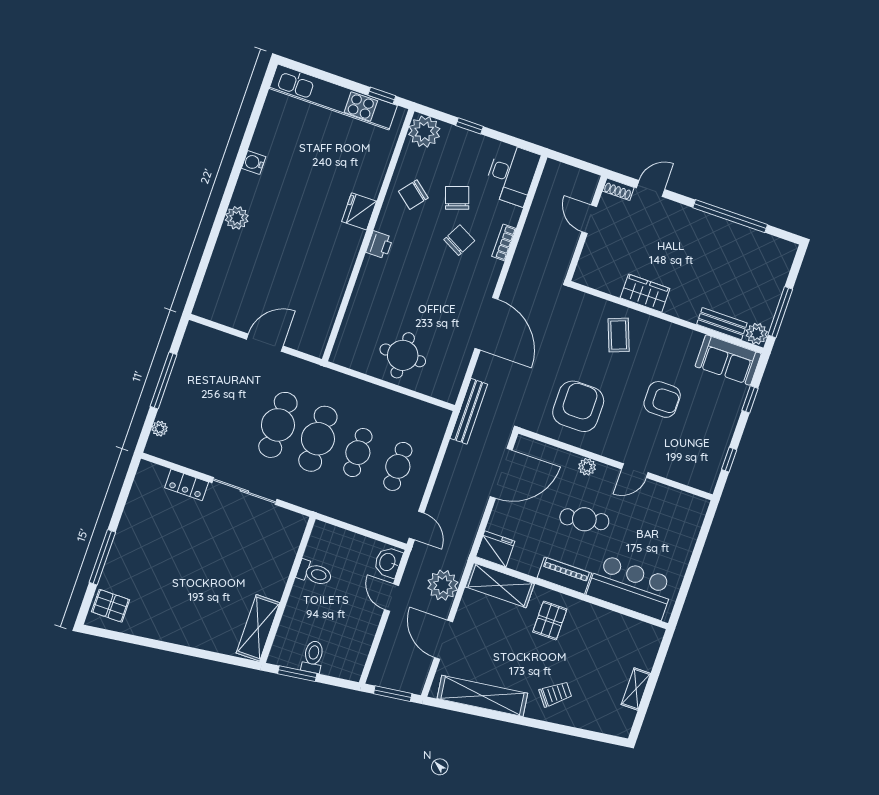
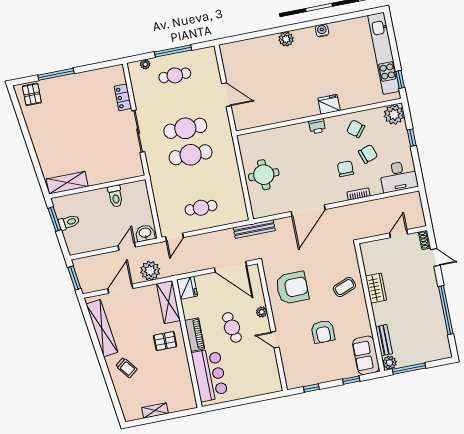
chair: (459, 240) -> (345, 169), turned -118
cafe table: (358, 453) -> (175, 75), moved

